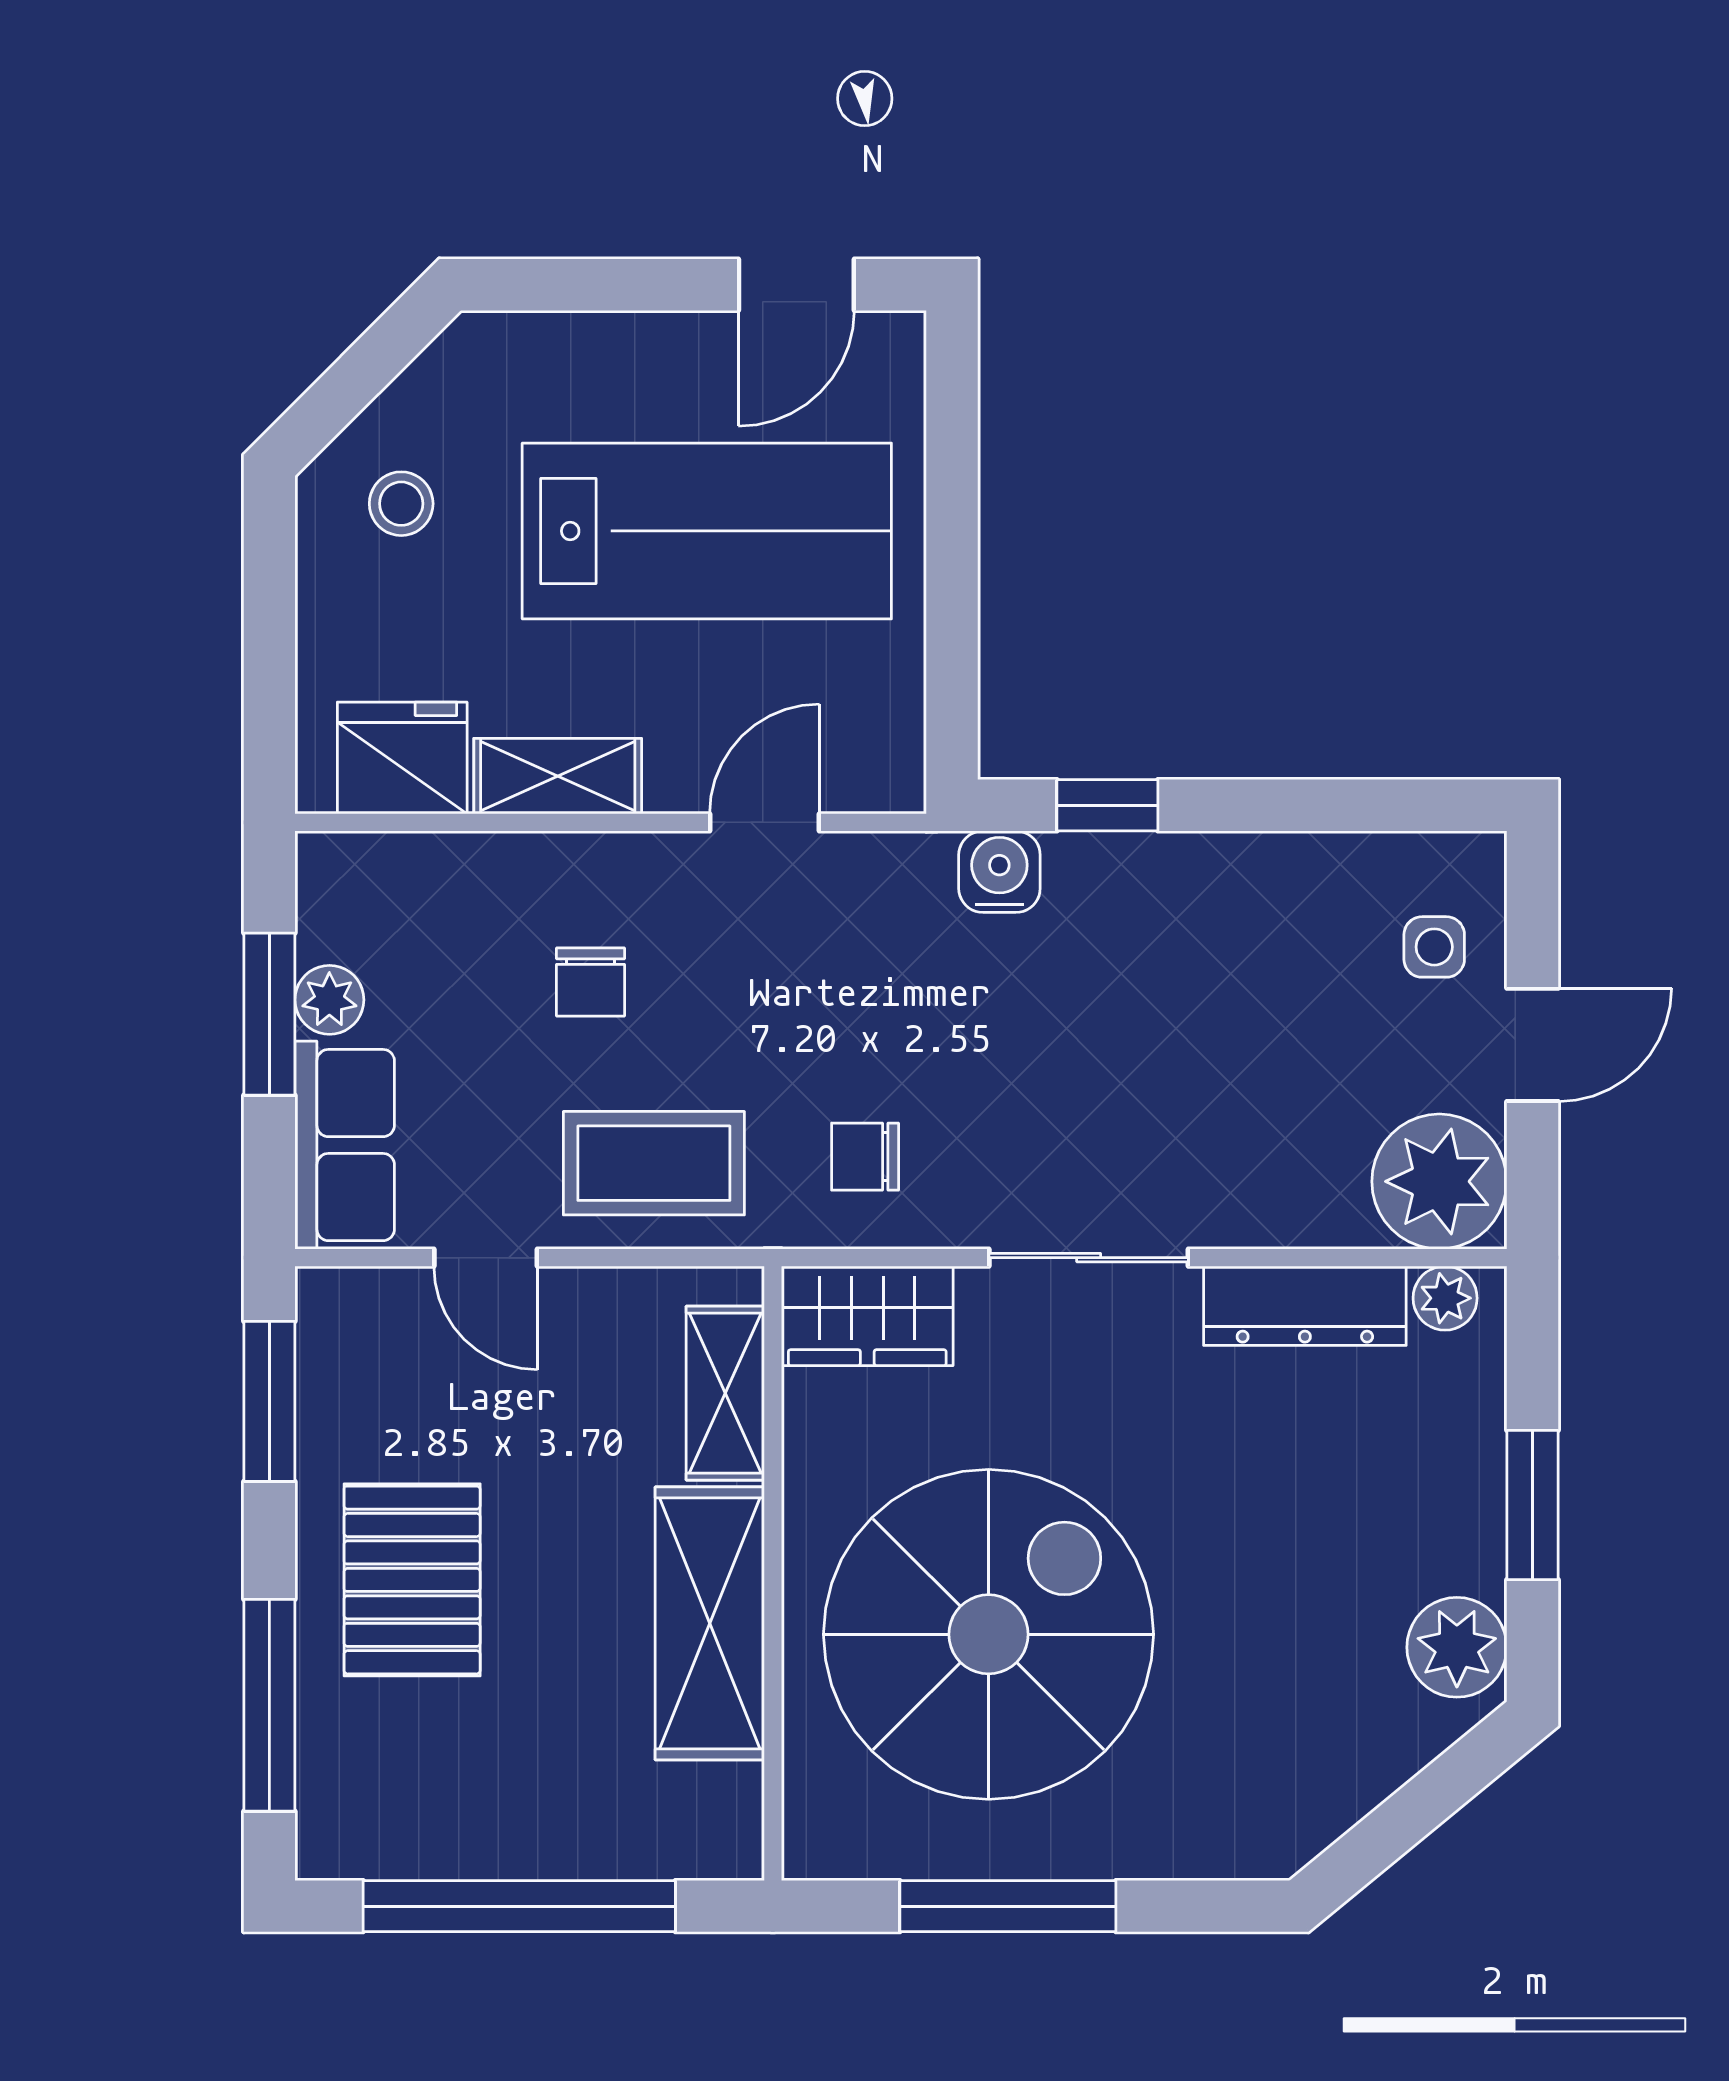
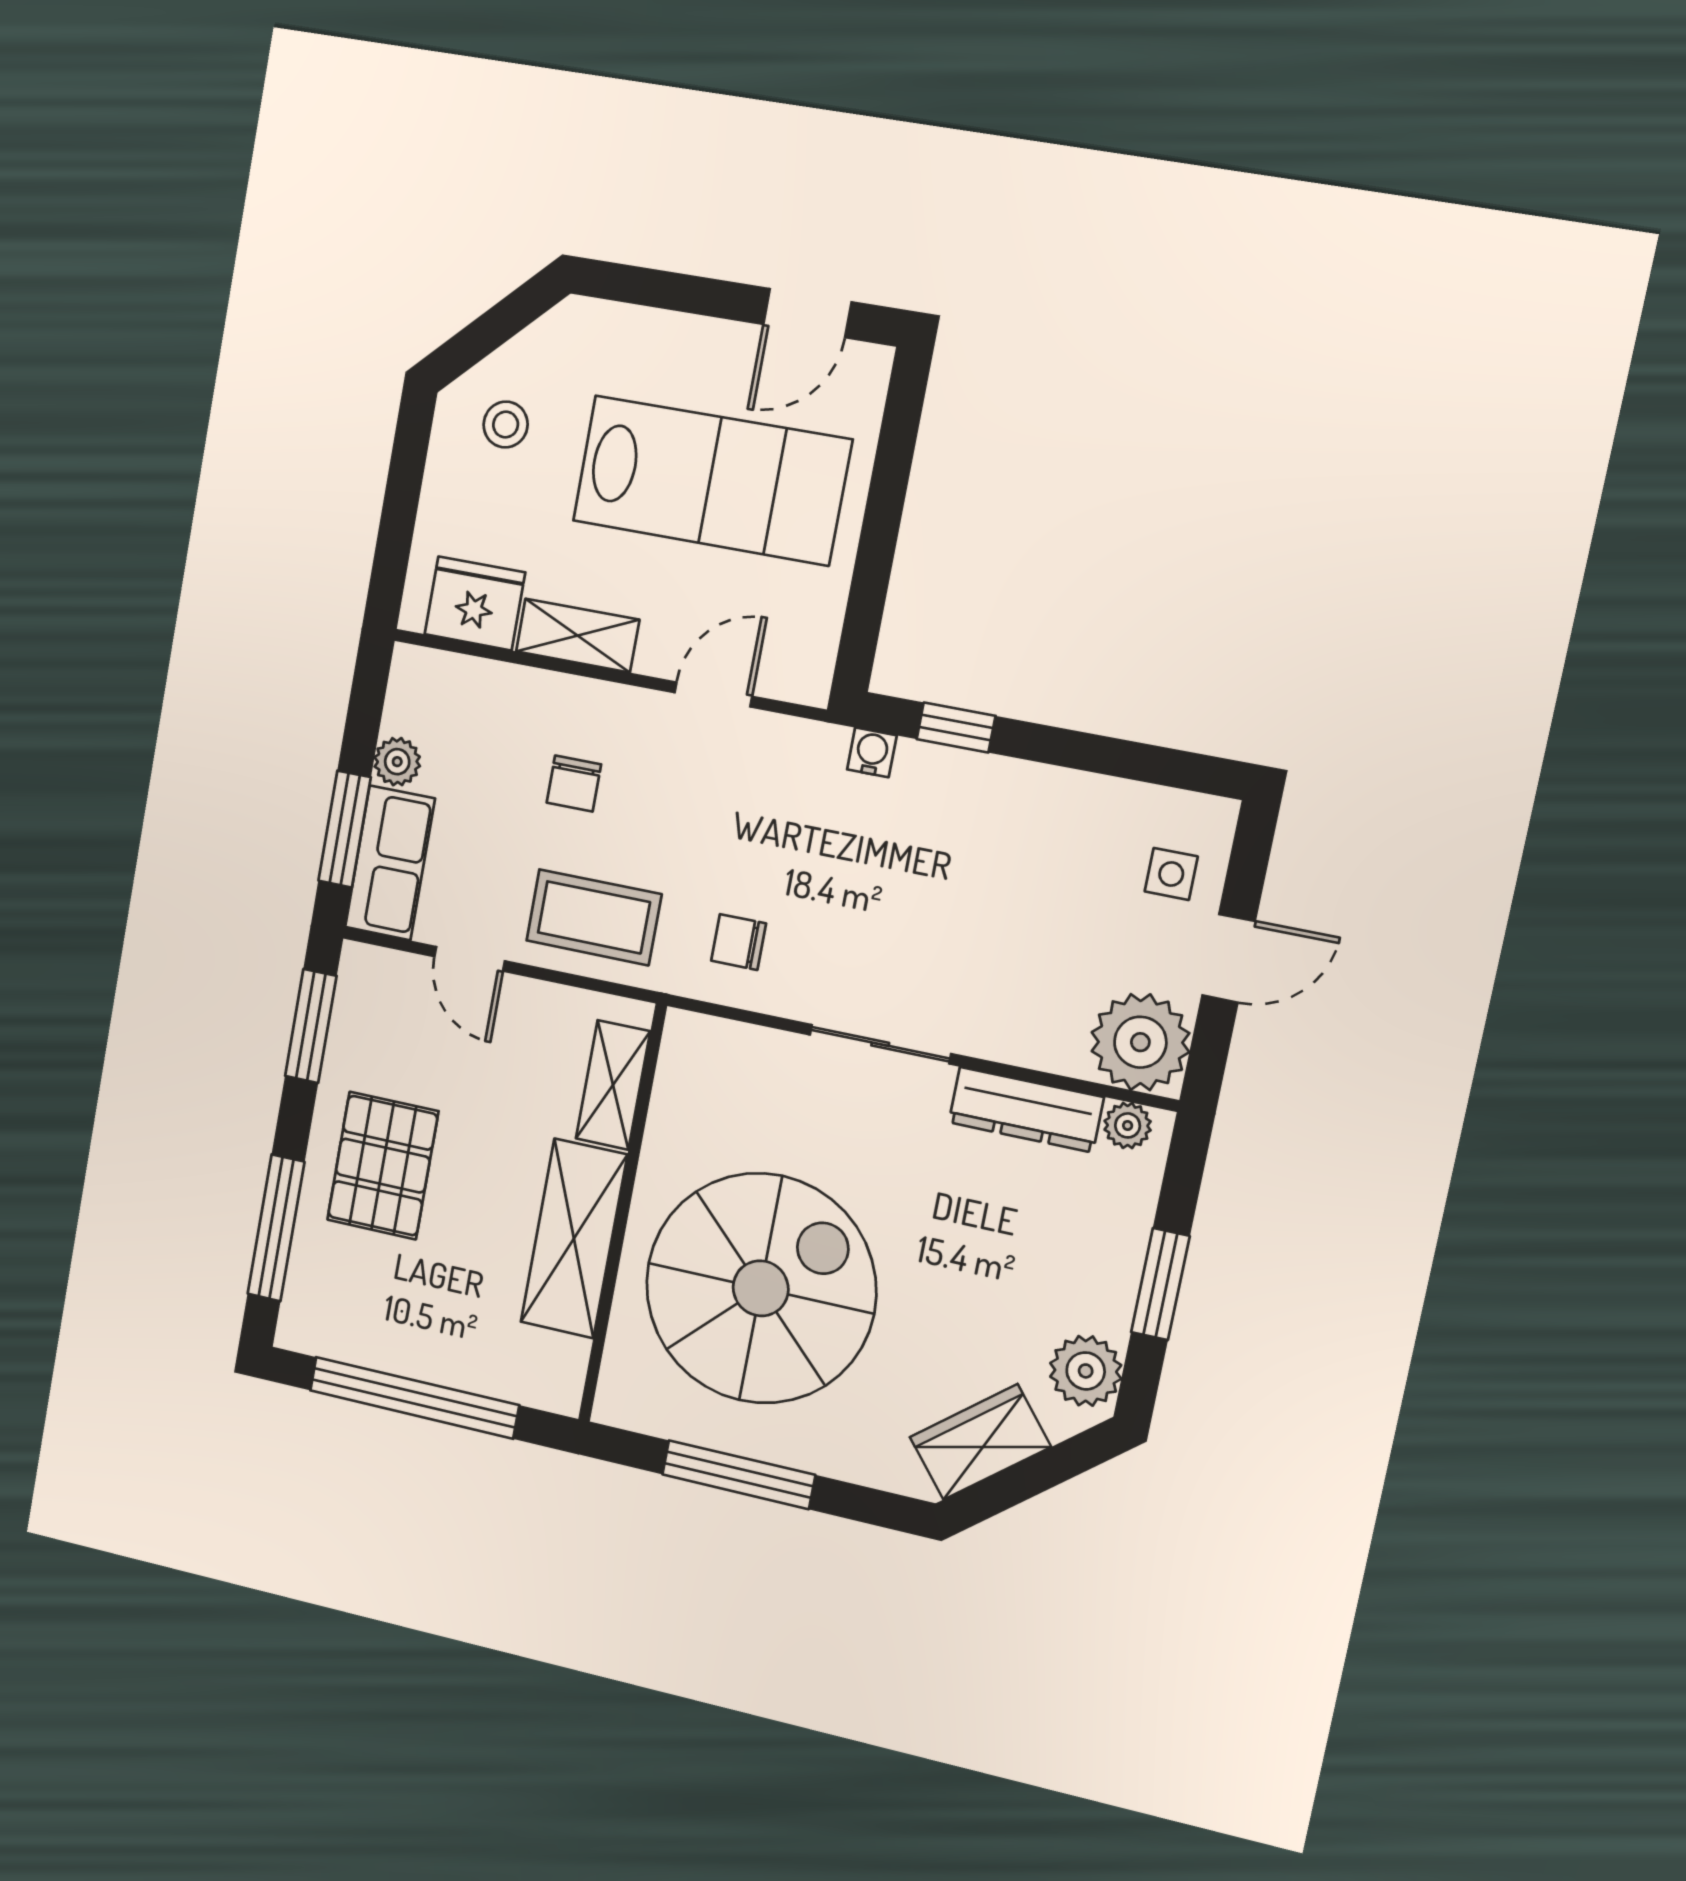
water cooler: (999, 872) -> (872, 752), width x0.72, depth x0.72
window: (269, 1014) -> (345, 829), moved
wardrobe: (867, 1316) -> (980, 1442), moved, turned 140

